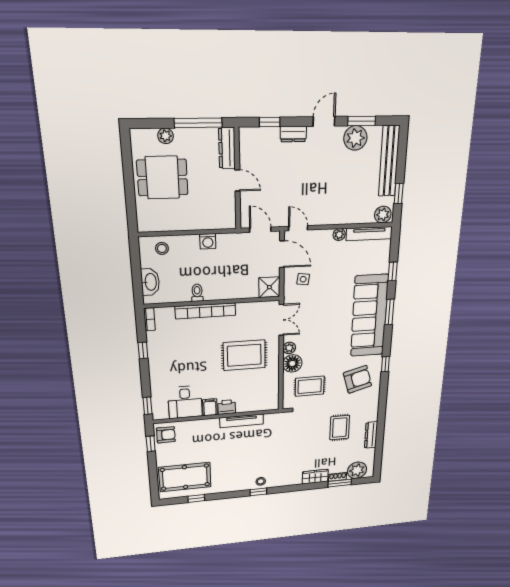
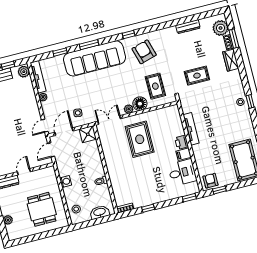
dining table: (162, 178) -> (42, 209), moved
bookcase: (205, 311) -> (112, 173), removed
rug: (340, 428) -> (197, 76), moved

